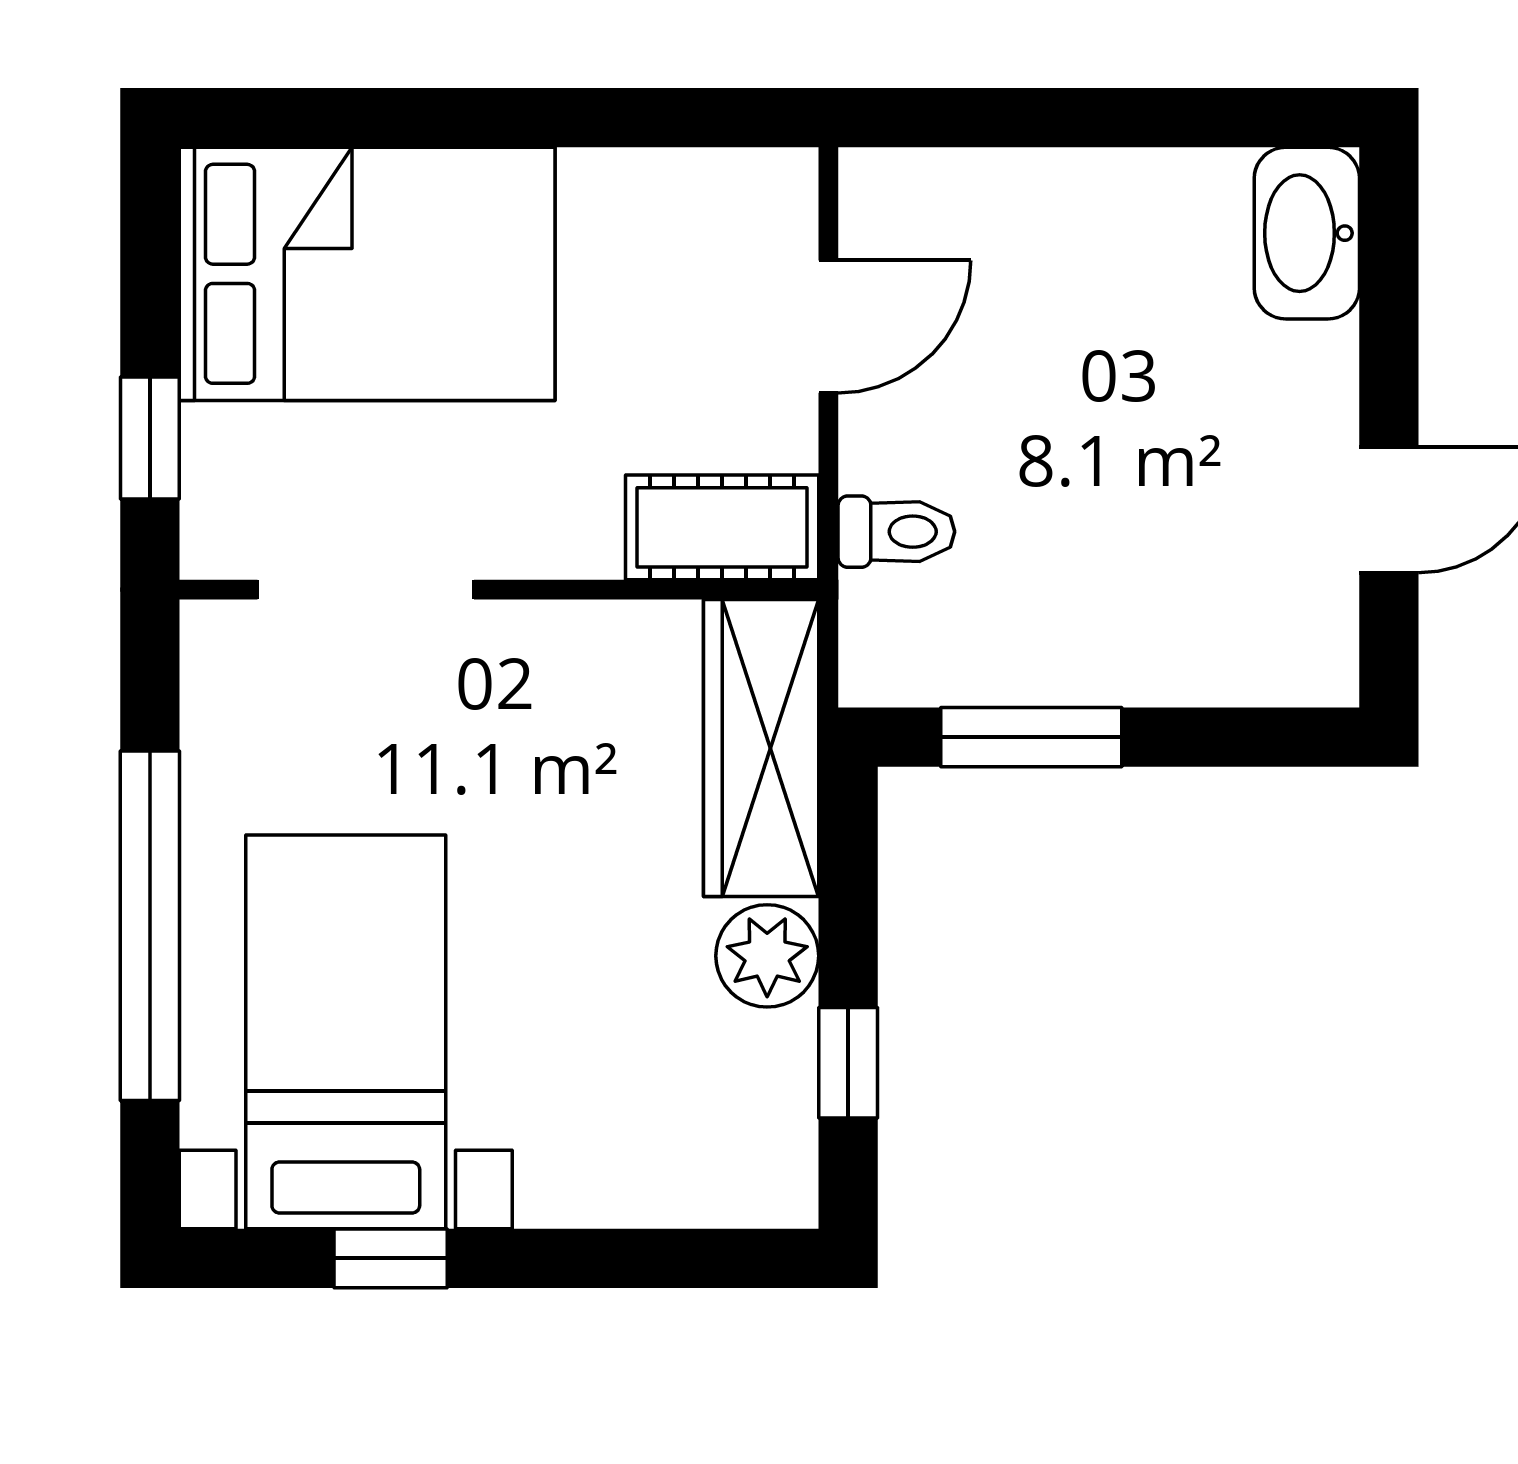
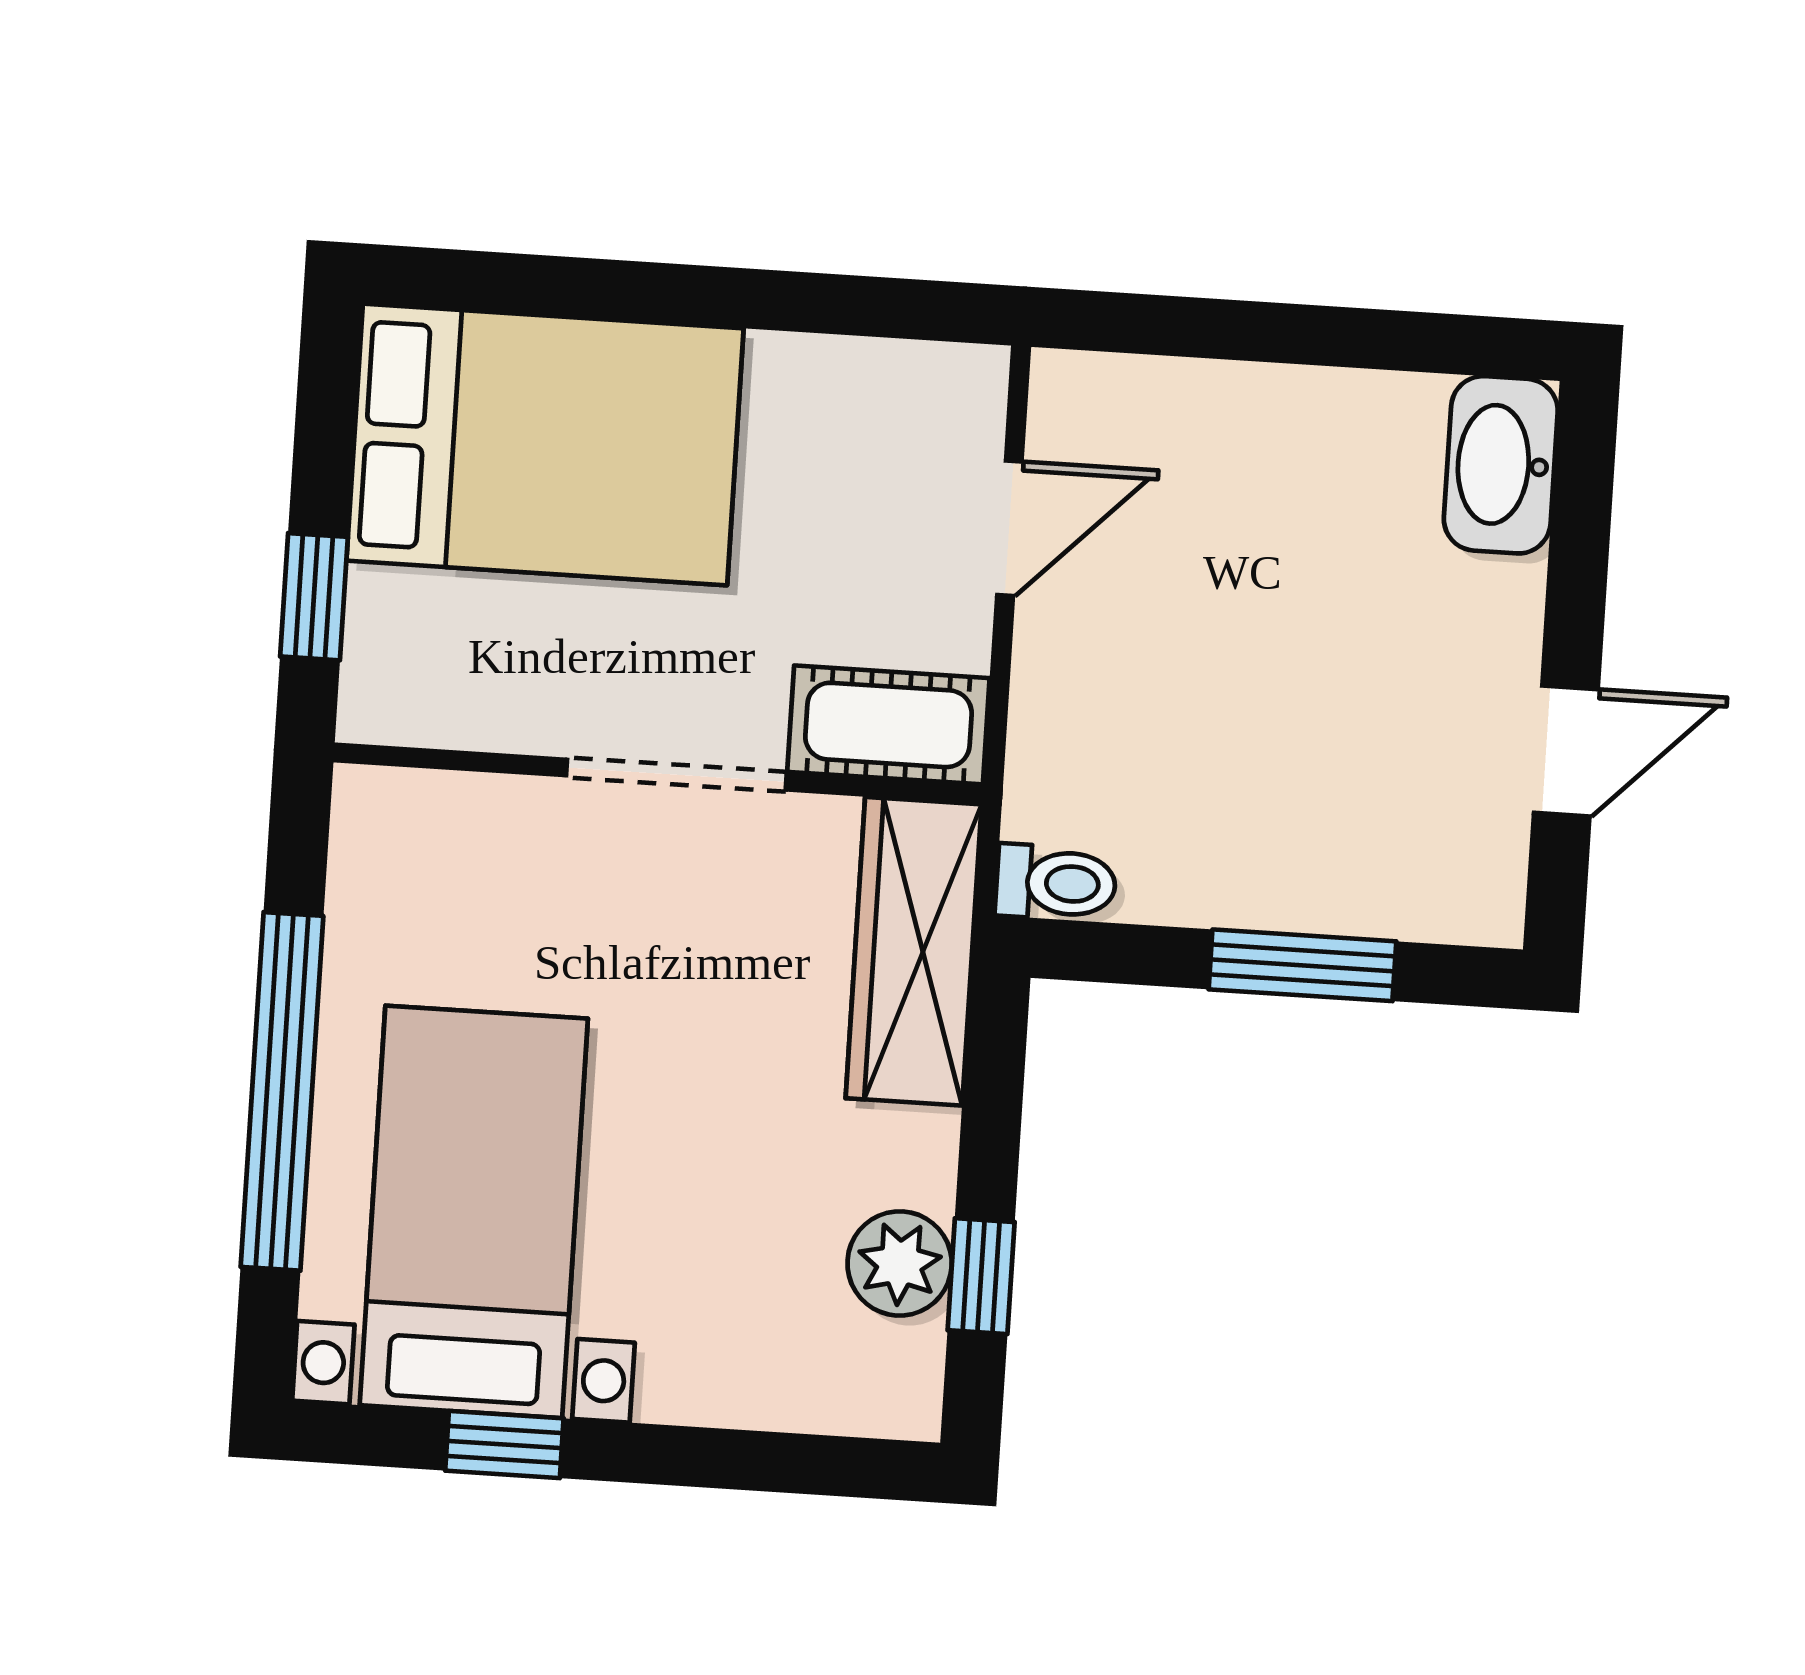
toilet: (896, 532) -> (1056, 883), moved
doorway: (366, 590) -> (676, 775), moved
window: (1031, 737) -> (1302, 965), moved
plant: (767, 956) -> (900, 1263), moved

